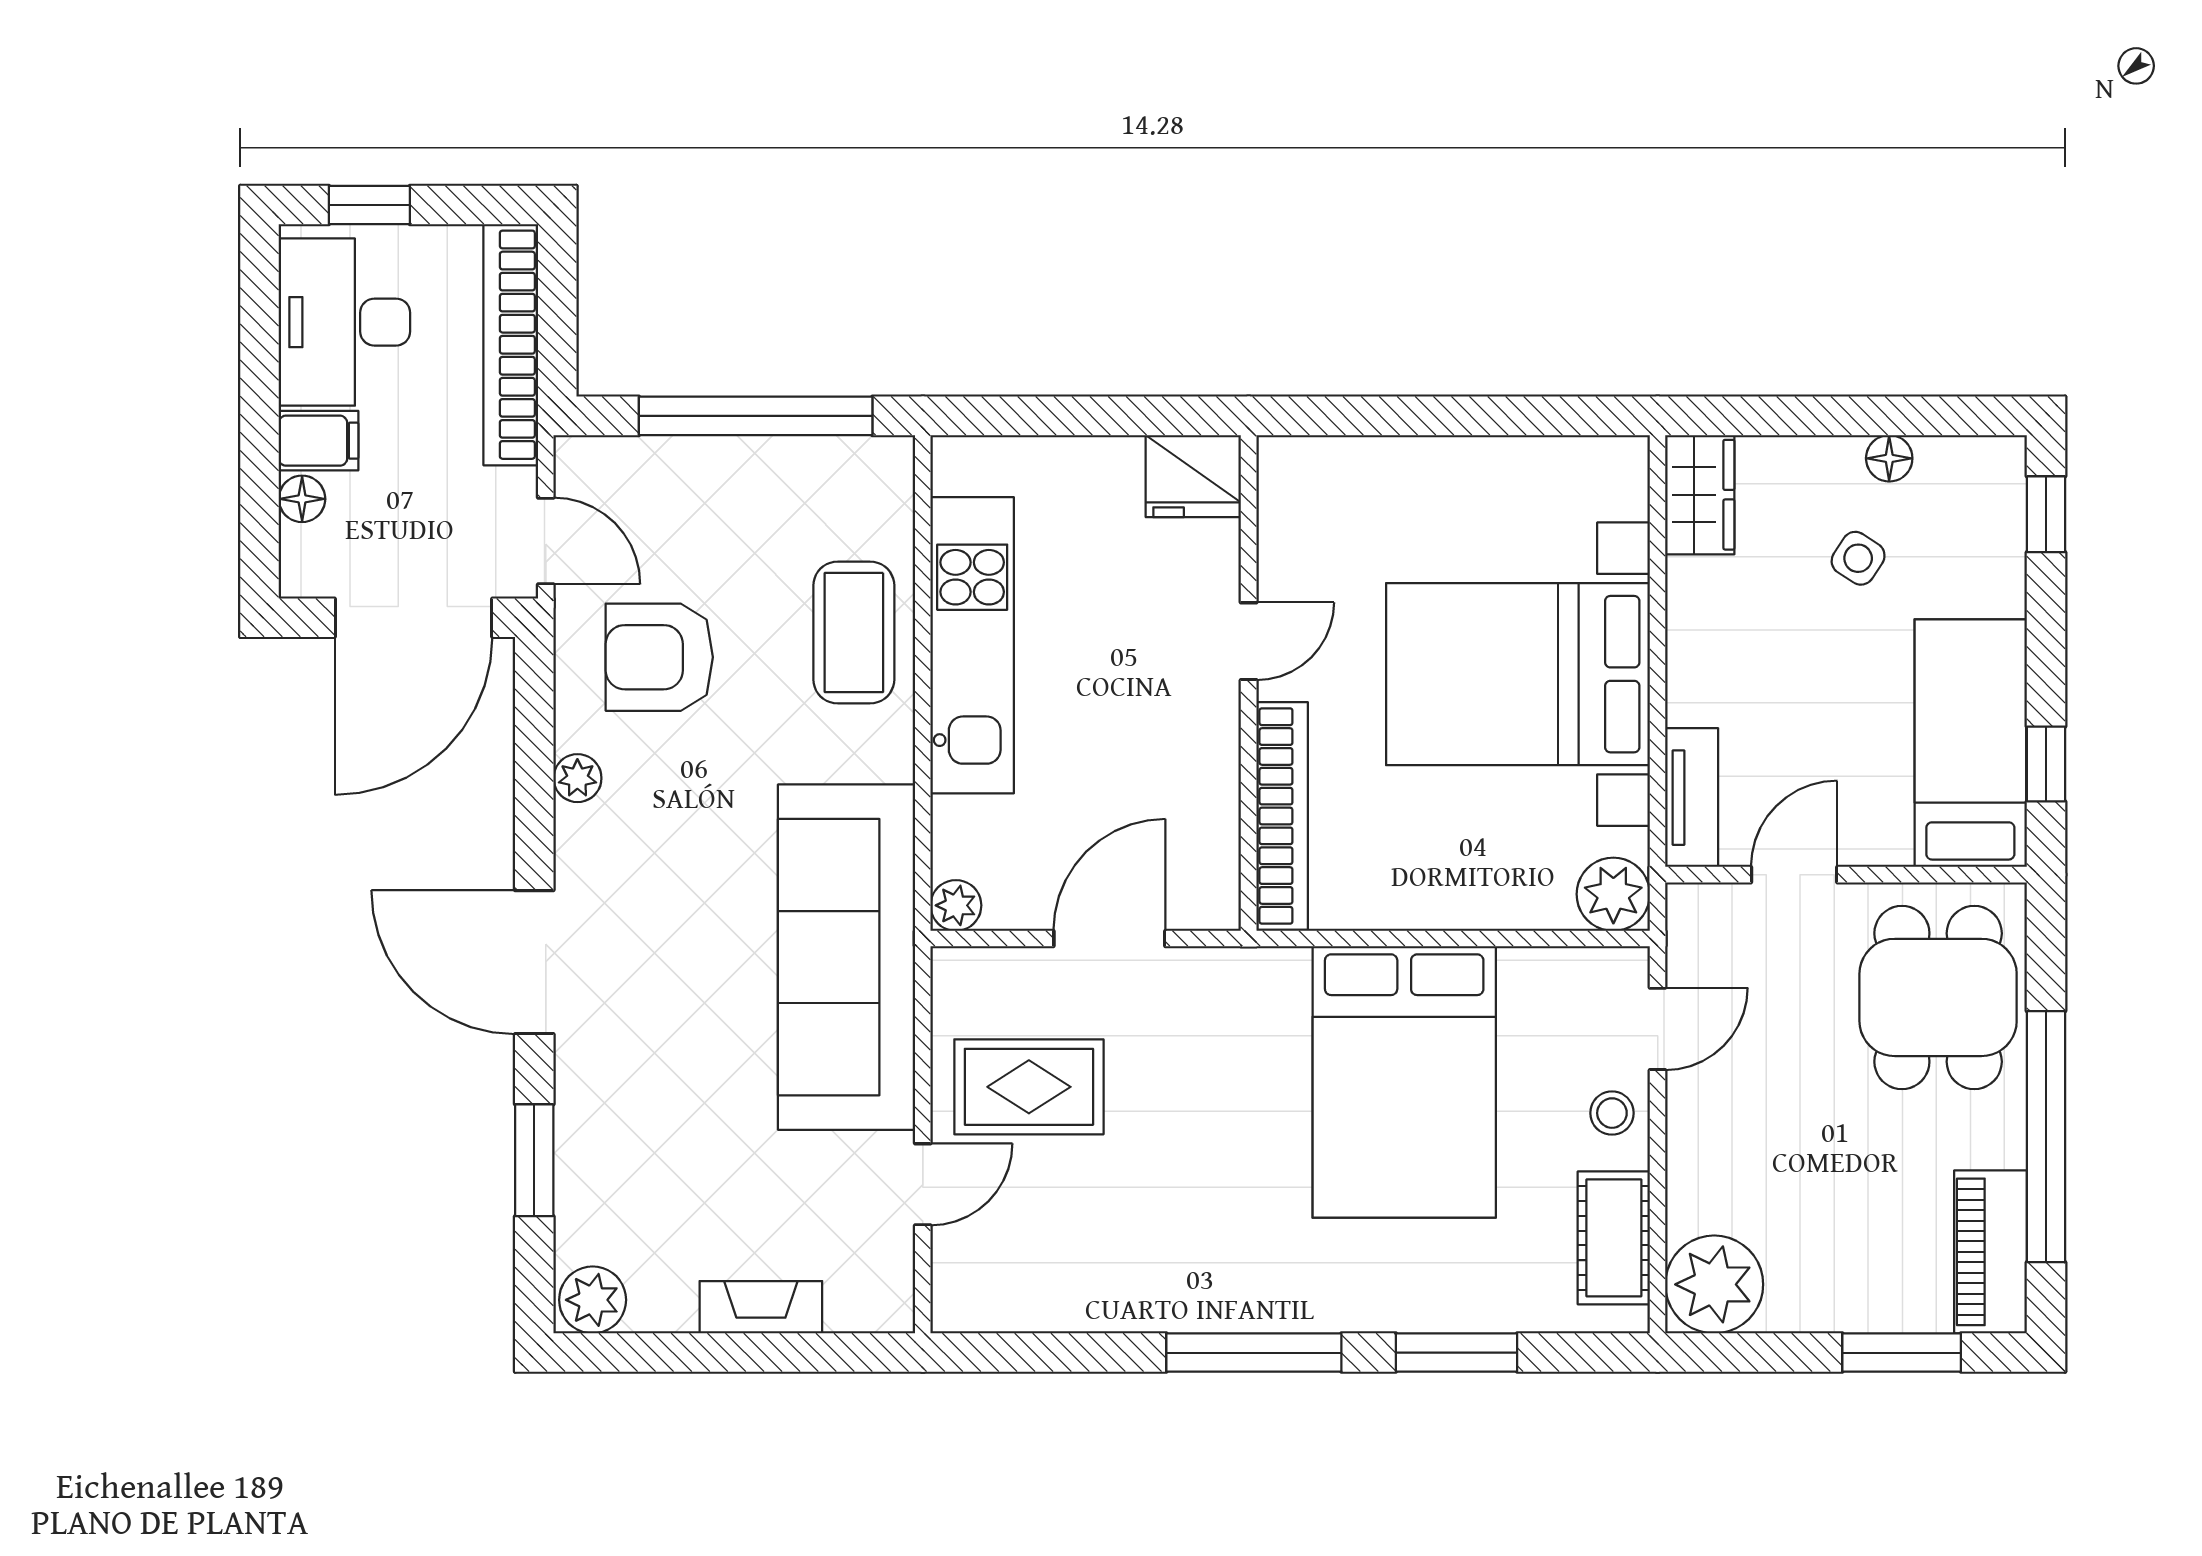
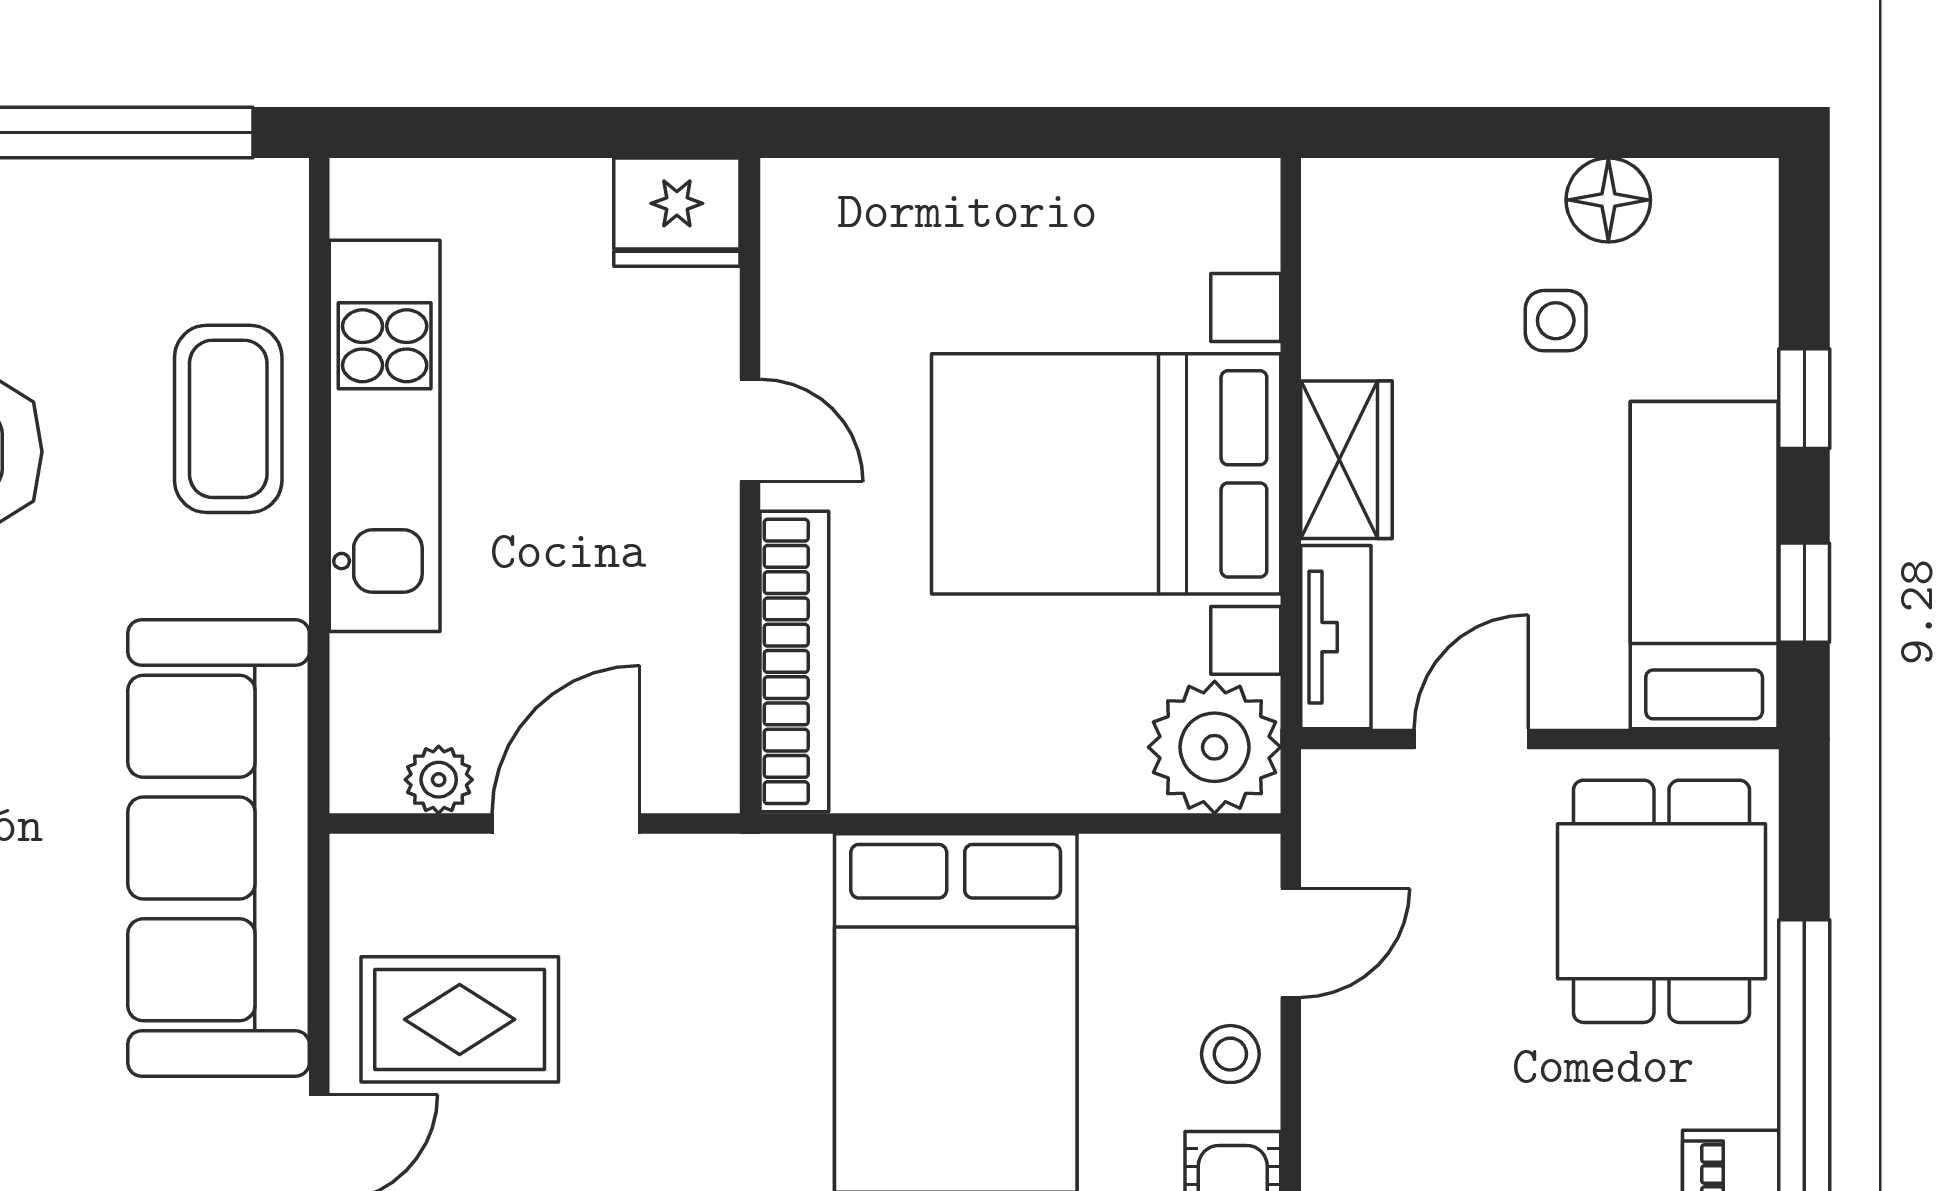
floor lamp: (1889, 458) -> (1608, 200), width x1.37, depth x1.37
wardrobe: (1700, 495) -> (1347, 460), moved
window: (2046, 514) -> (1804, 399), moved
side table: (1858, 558) -> (1556, 321), turned -33
door: (1249, 641) -> (750, 430), hinge flipped
plant: (1613, 894) -> (1215, 747), width x1.36, depth x1.36
plant: (956, 905) -> (439, 780), moved

